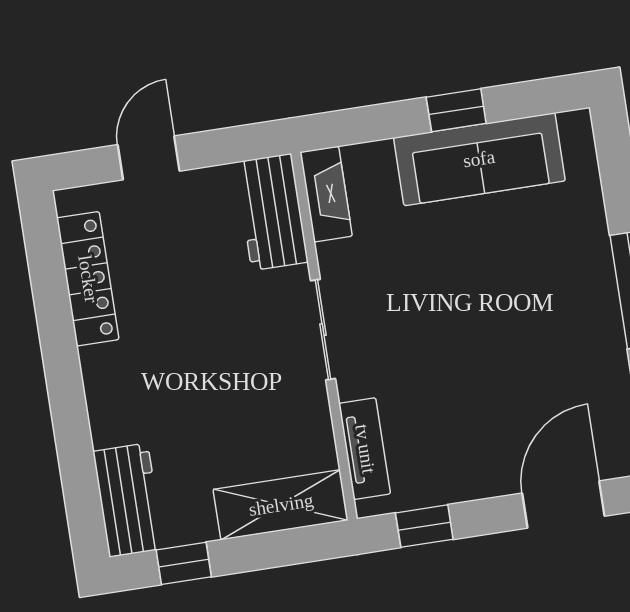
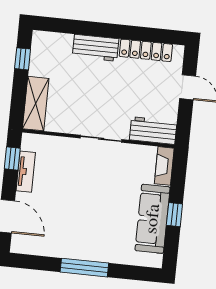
fireplace: (326, 194) -> (164, 166), moved, turned 90
tv unit: (365, 449) -> (26, 172), moved, turned -90
workbench: (128, 500) -> (96, 48), moved

